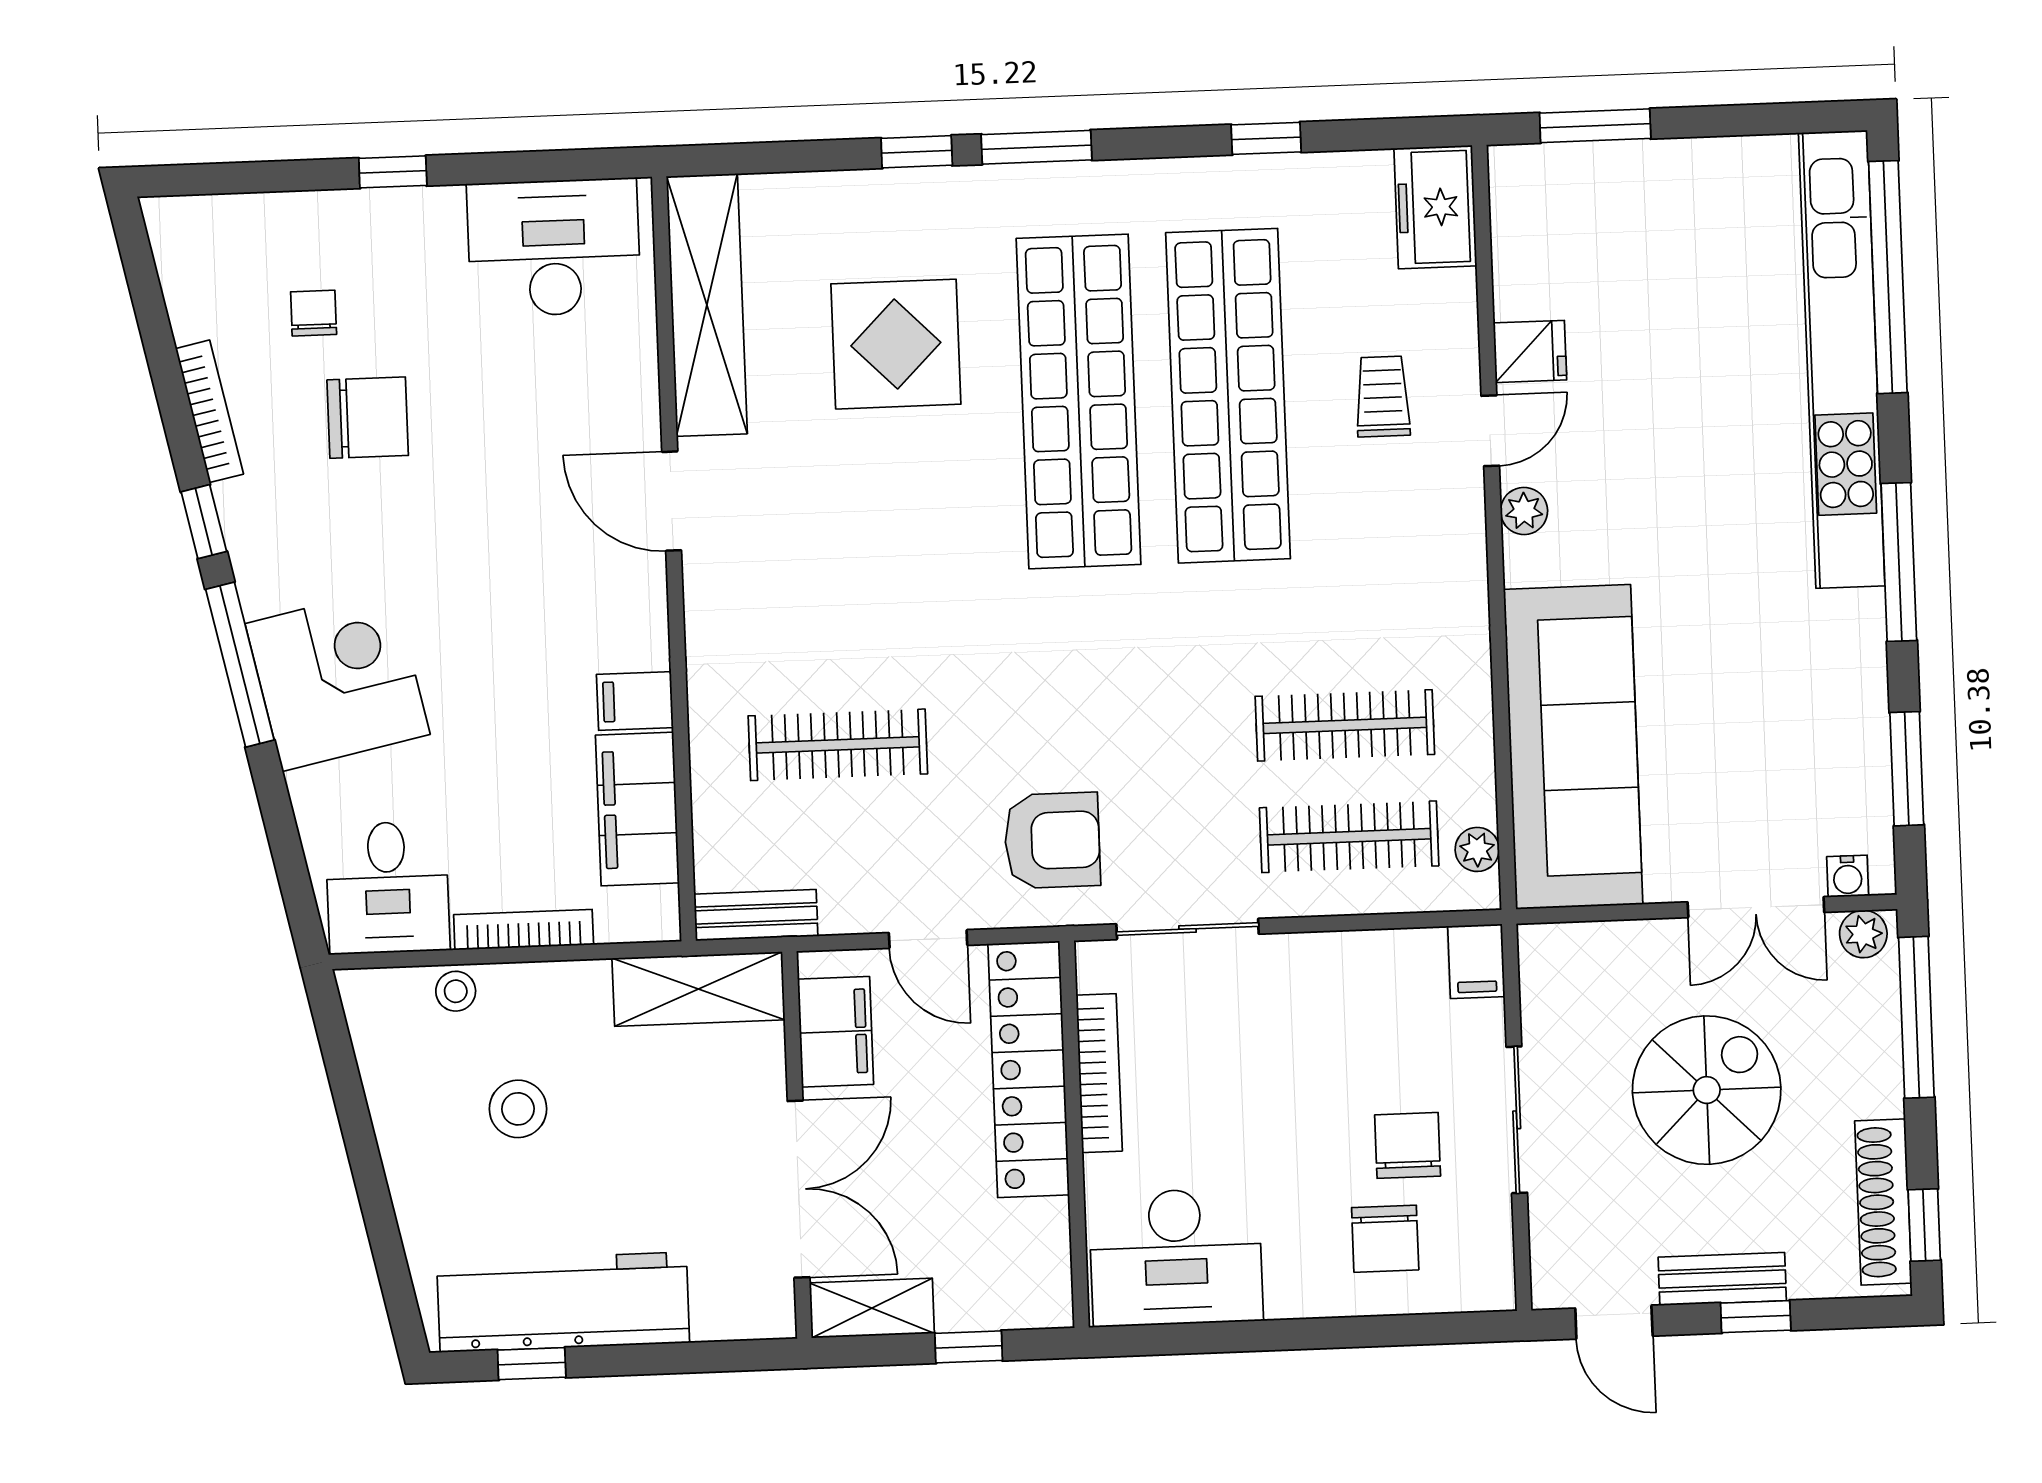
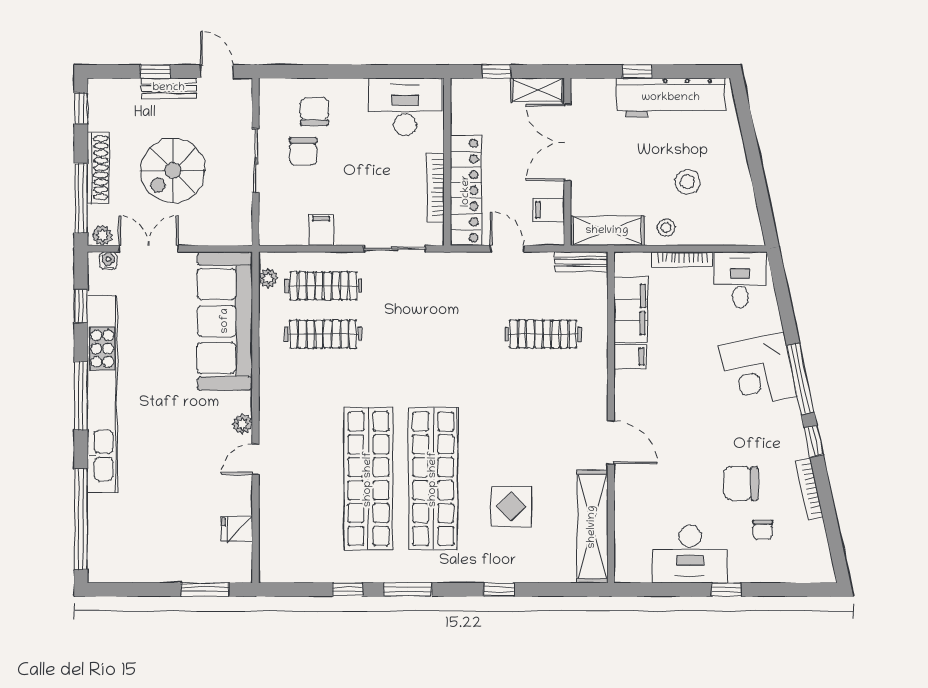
window: (1036, 147) -> (408, 589), moved
freezer: (1435, 207) -> (276, 557), removed
desk: (554, 248) -> (690, 554), moved
display table: (896, 344) -> (511, 507), width x0.73, depth x0.73
fridge: (1530, 351) -> (237, 529), moved
kitchen unit: (1842, 359) -> (102, 394), moved
trolley: (1383, 396) -> (301, 476), removed
window: (1907, 769) -> (81, 306), width x0.67
armchair: (1052, 840) -> (452, 289), removed
filing cabinet: (1476, 961) -> (321, 230), moved
stool: (456, 991) -> (666, 228), moved
filing cabinet: (836, 1032) -> (549, 210), width x0.50
shoe rack: (1883, 1202) -> (98, 168), moved
window: (532, 1364) -> (637, 71), moved

